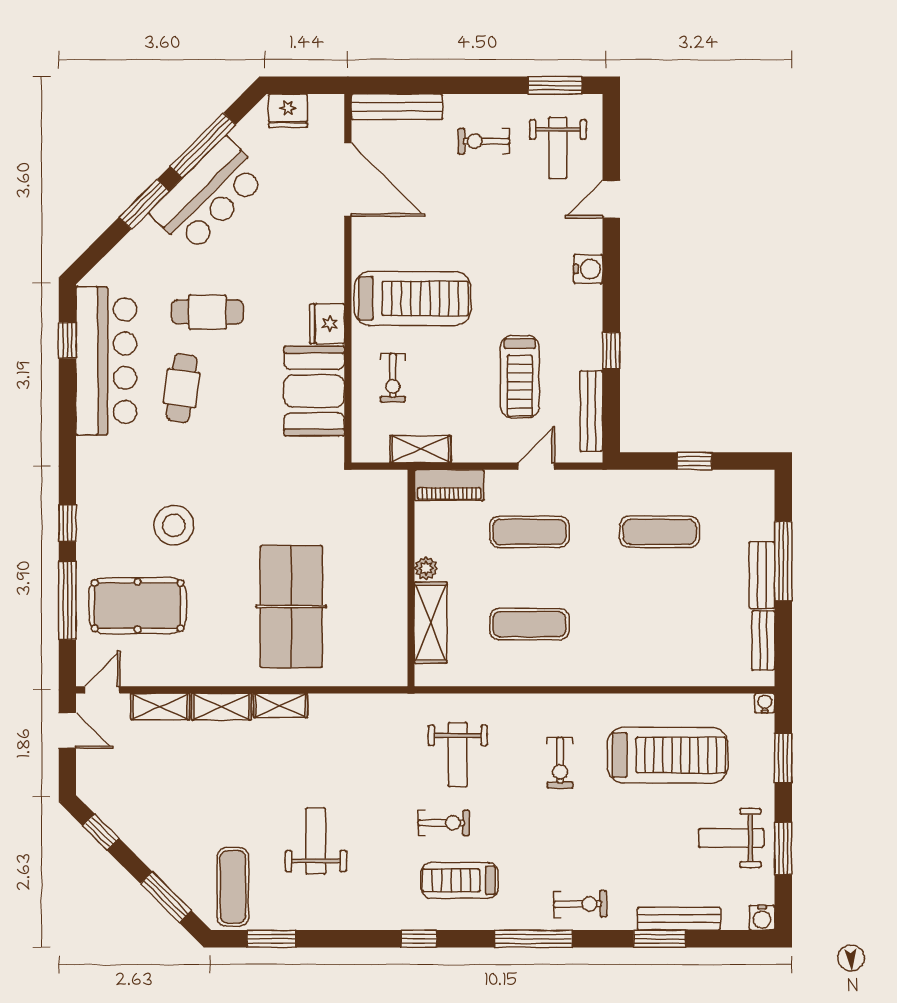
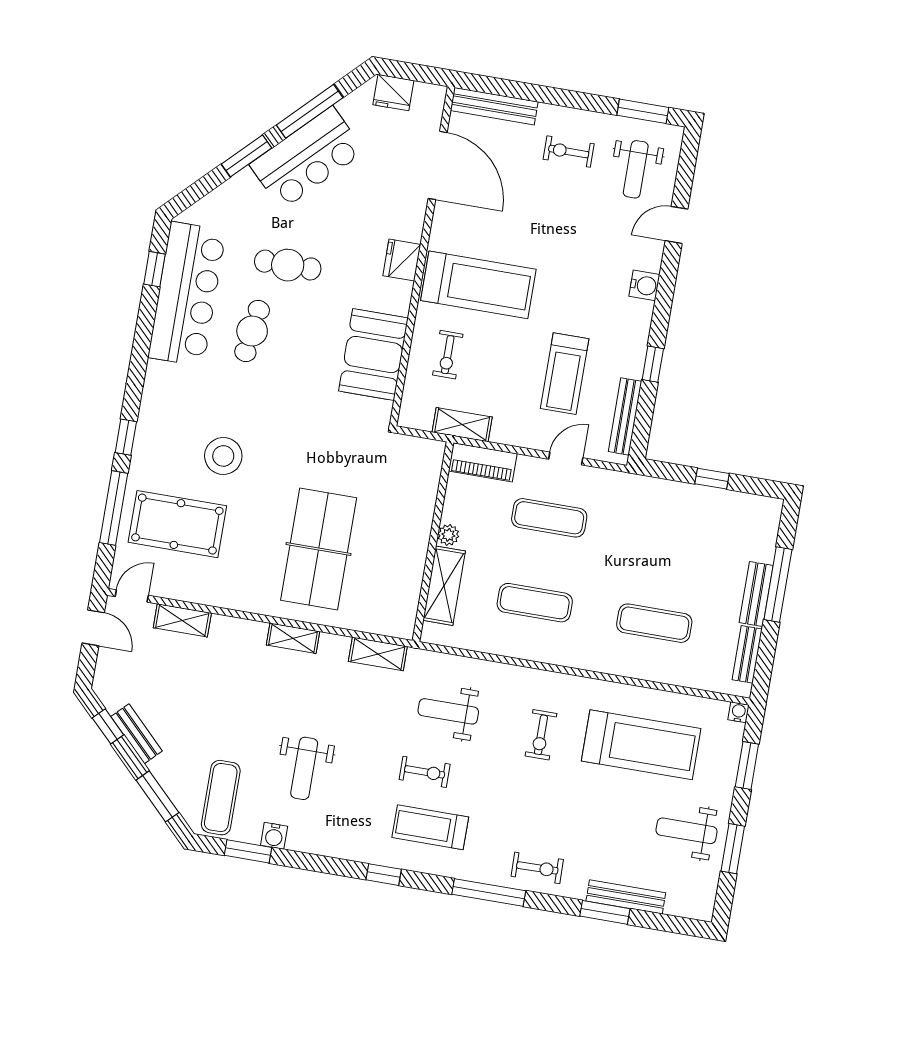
fridge: (327, 324) -> (402, 260), moved
exercise mat: (660, 532) -> (654, 623), moved
shelving: (221, 707) -> (378, 654), moved
weight bench: (458, 755) -> (448, 711), turned 90
bench: (132, 835) -> (137, 734), added
weight bench: (316, 841) -> (304, 768), turned 180
water cooler: (762, 918) -> (274, 836), moved

